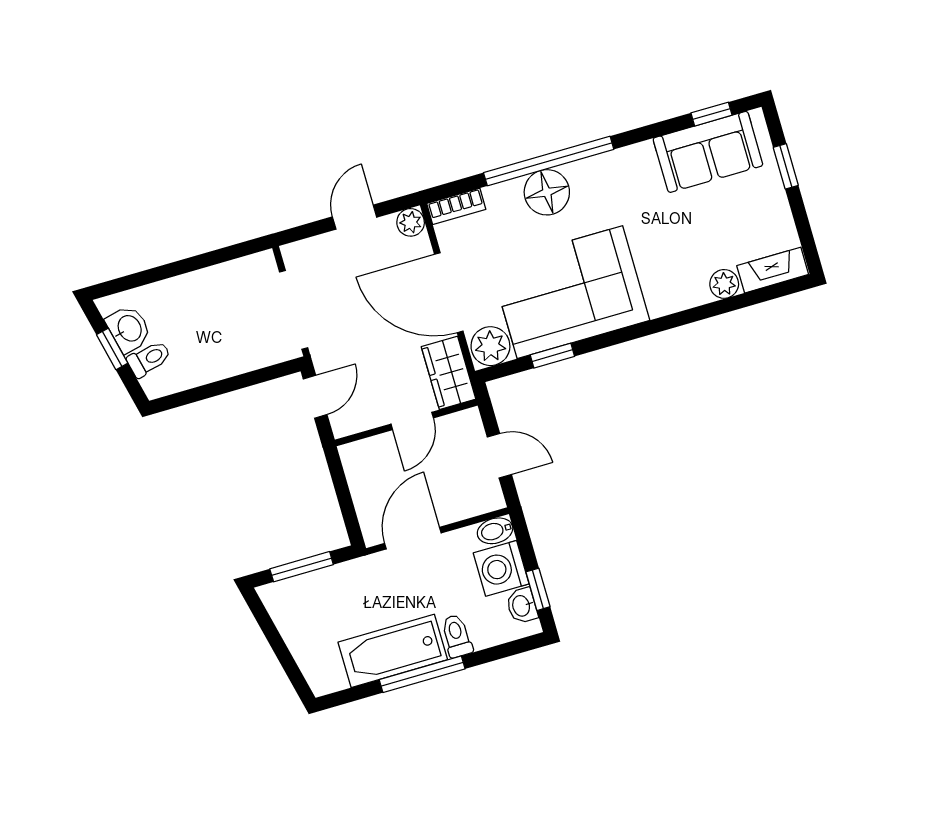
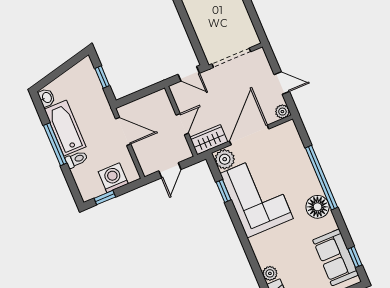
floor lamp: (547, 192) -> (318, 207), moved
bookcase: (456, 206) -> (293, 134), removed
door: (412, 421) -> (182, 124), swing flipped
bidet: (495, 531) -> (132, 172), removed
window: (302, 567) -> (102, 77), width x0.67
washbasin: (522, 606) -> (47, 98), moved, turned 90

